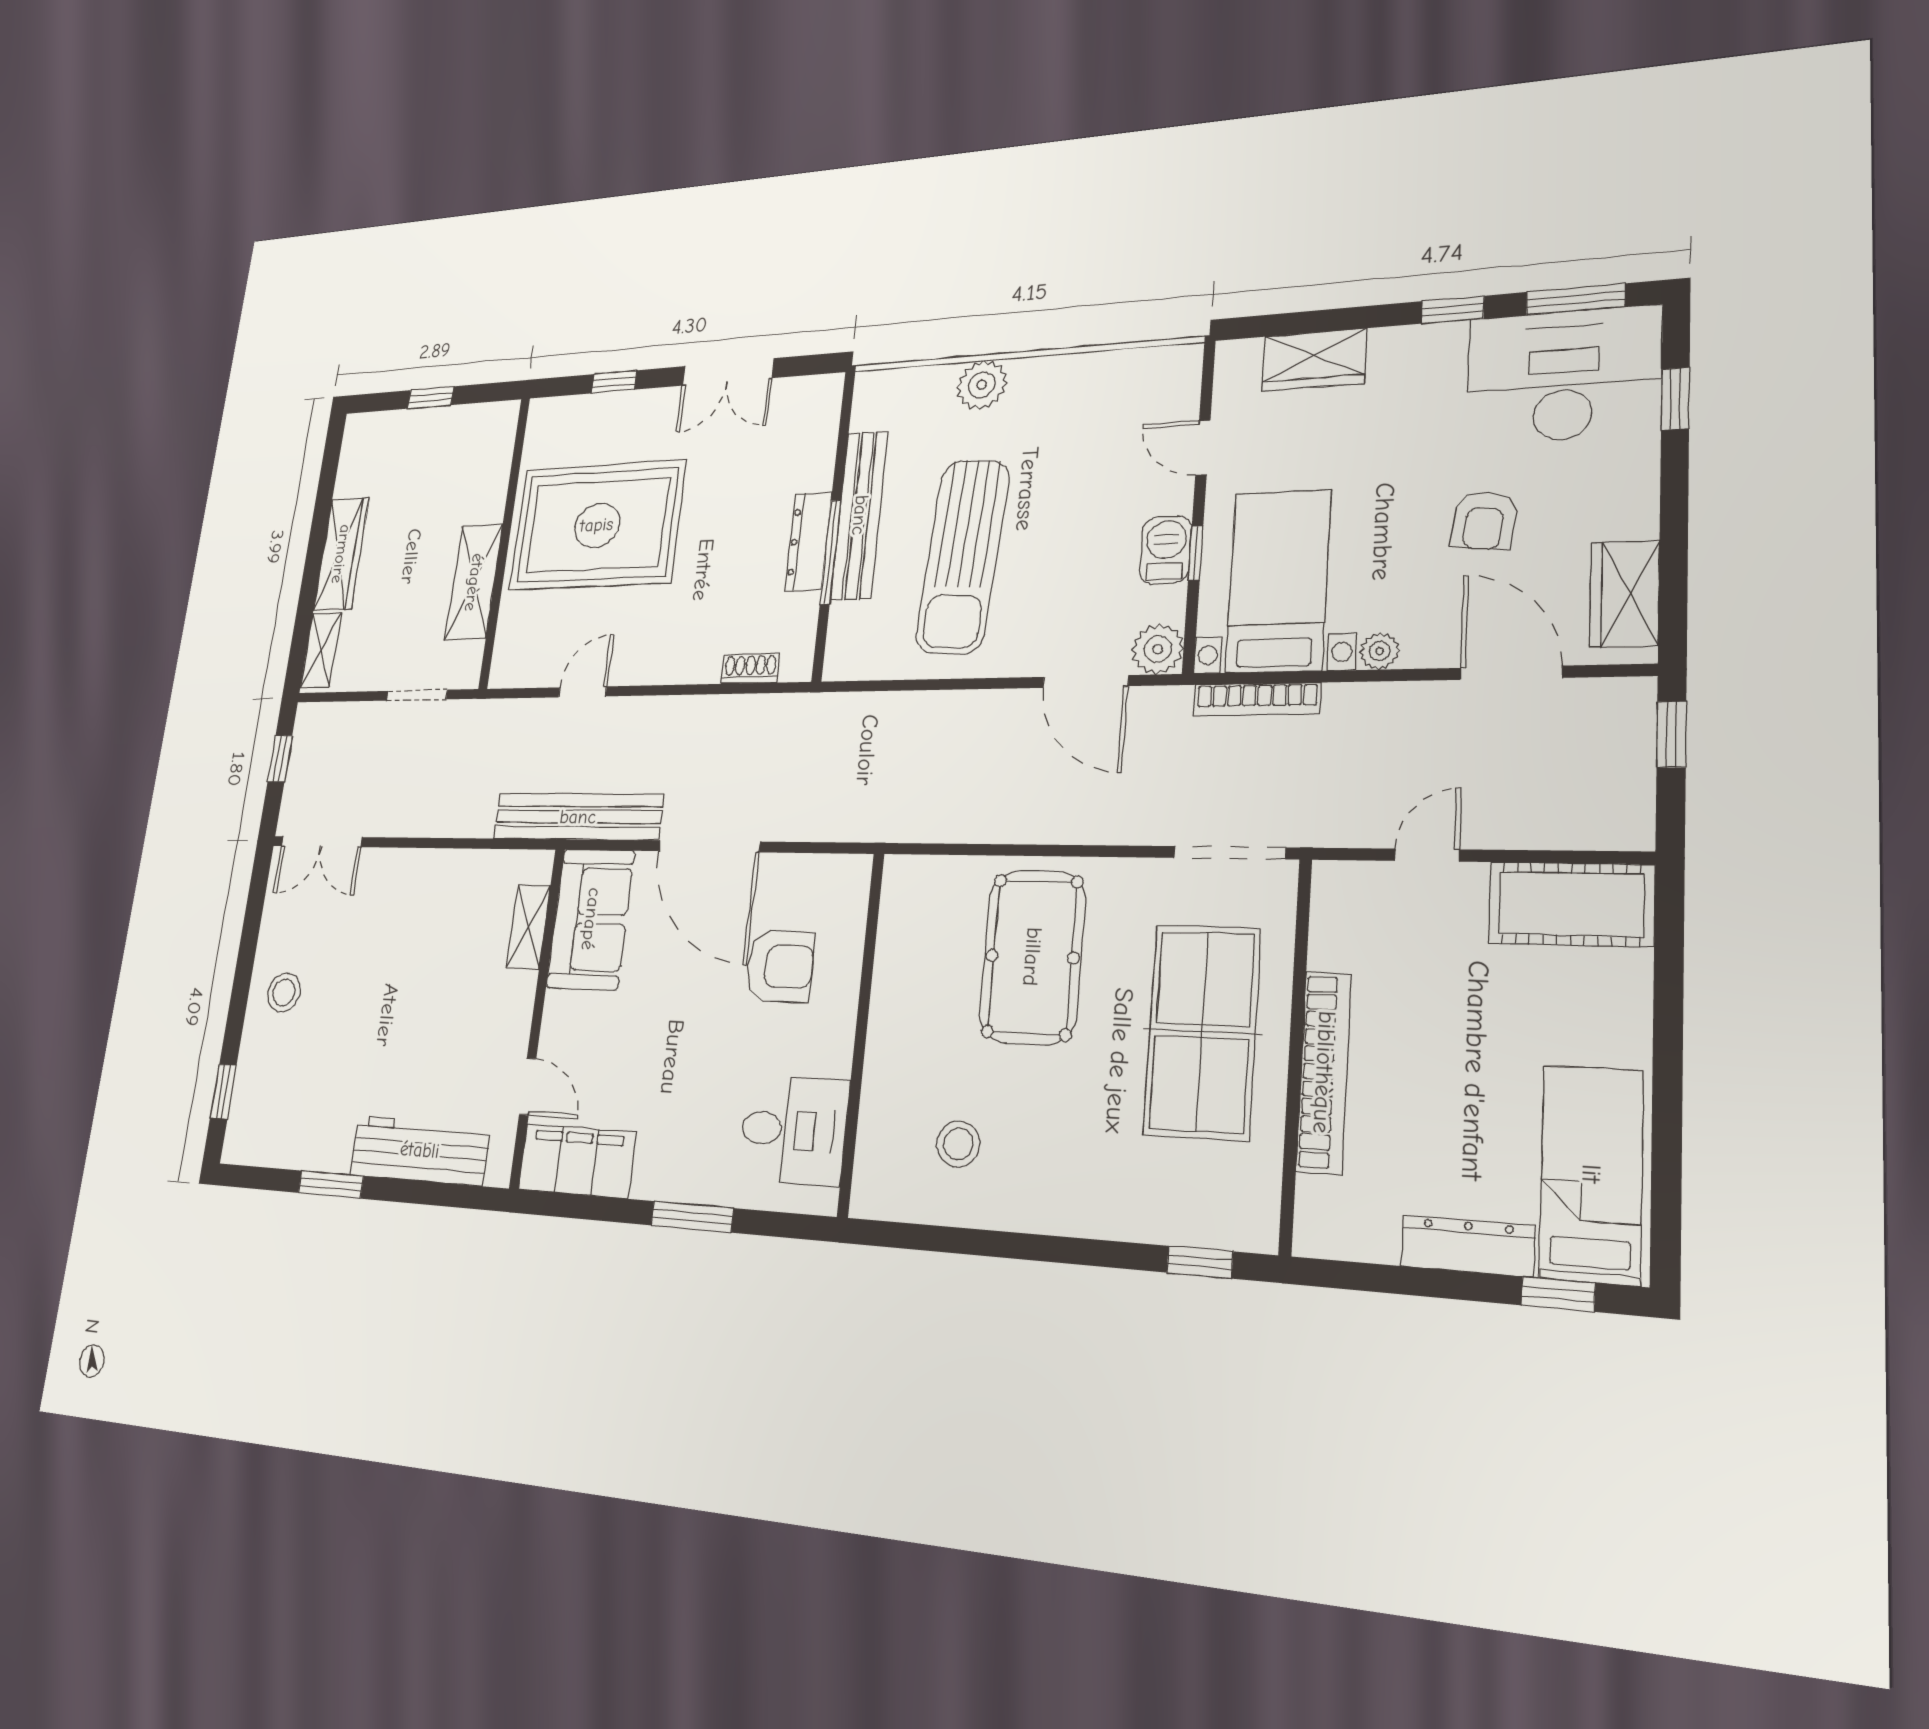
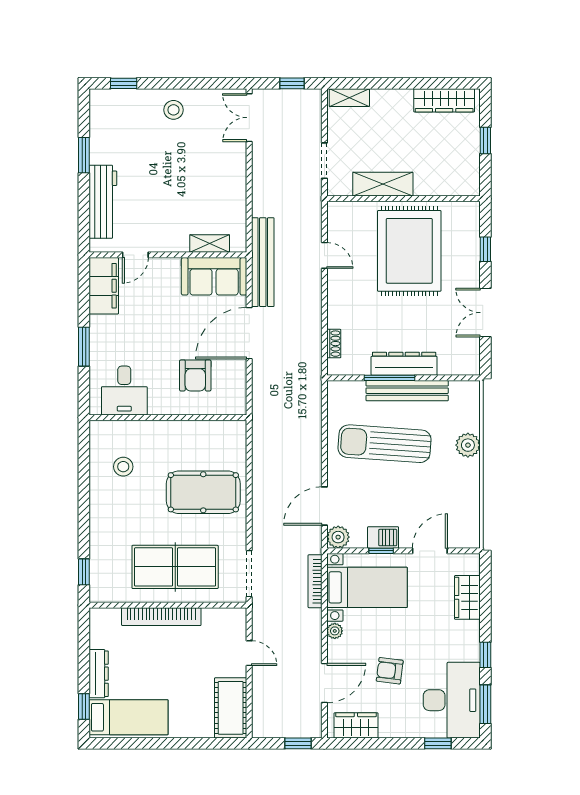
door: (1203, 448) -> (430, 551), width x1.38
dresser: (808, 542) -> (404, 364), width x1.37, depth x1.24
wardrobe: (341, 554) -> (444, 100), moved

